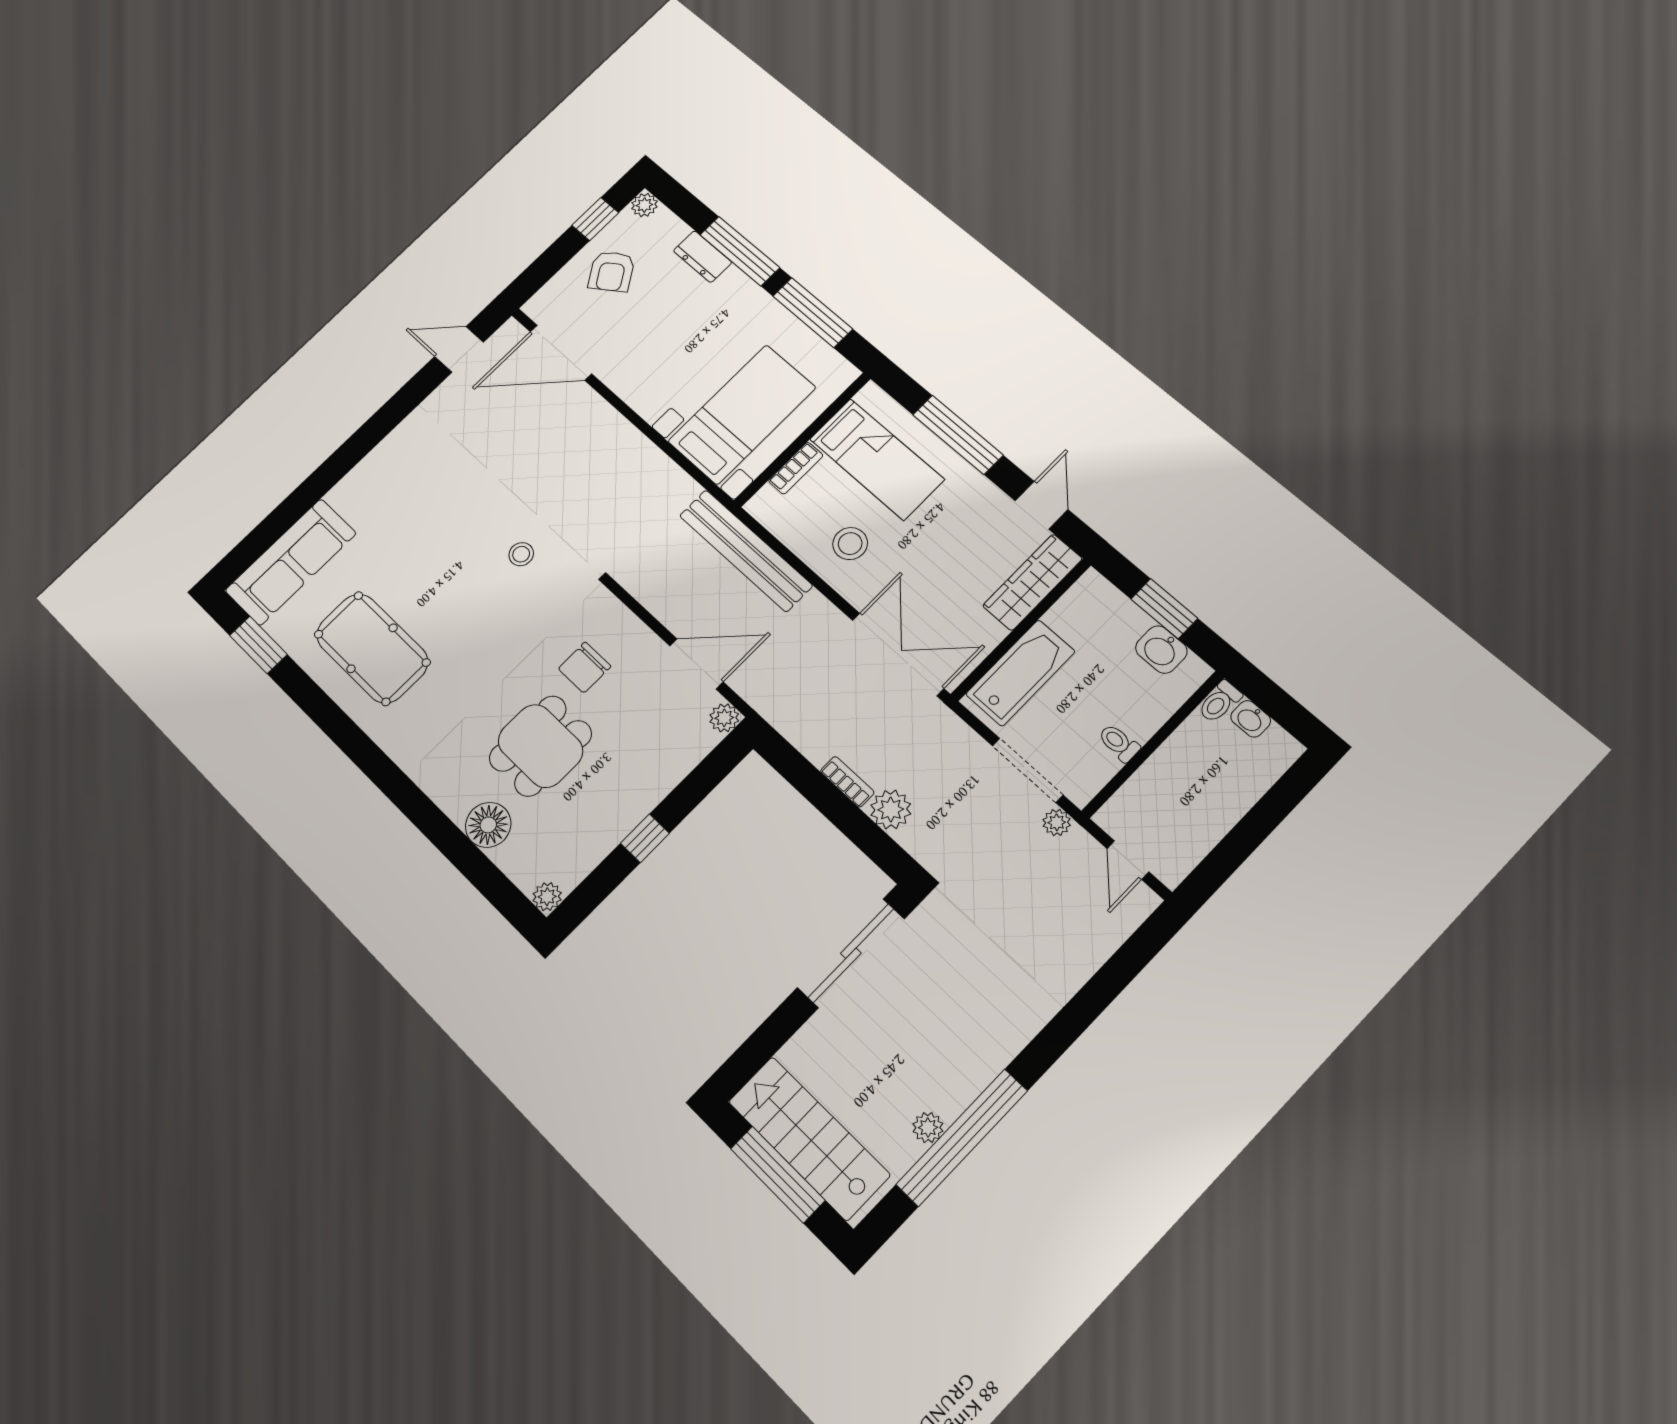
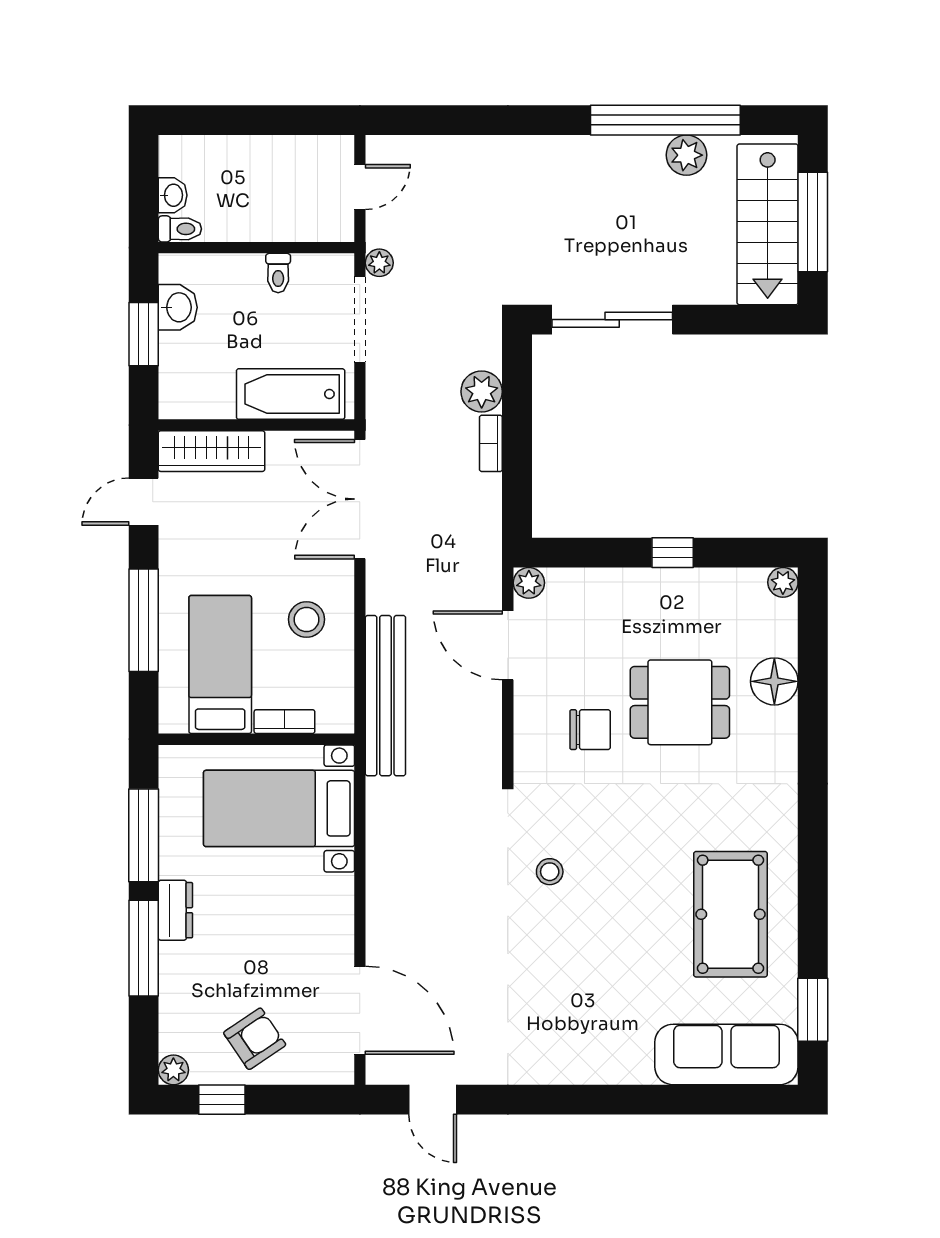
dresser: (703, 257) -> (175, 910), moved
plant: (928, 1128) -> (686, 155), width x1.38, depth x1.38

